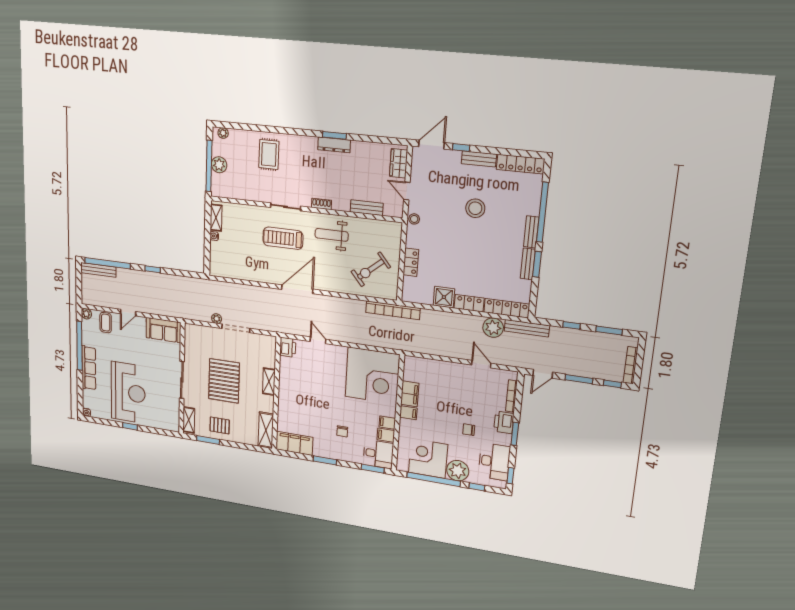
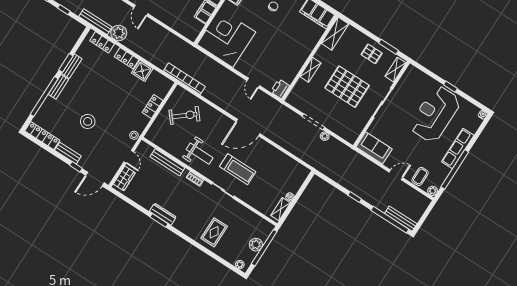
bench: (367, 208) -> (167, 162), width x1.36
locker: (507, 308) -> (102, 42), width x0.66
pallet: (224, 381) -> (347, 87), turned 90

